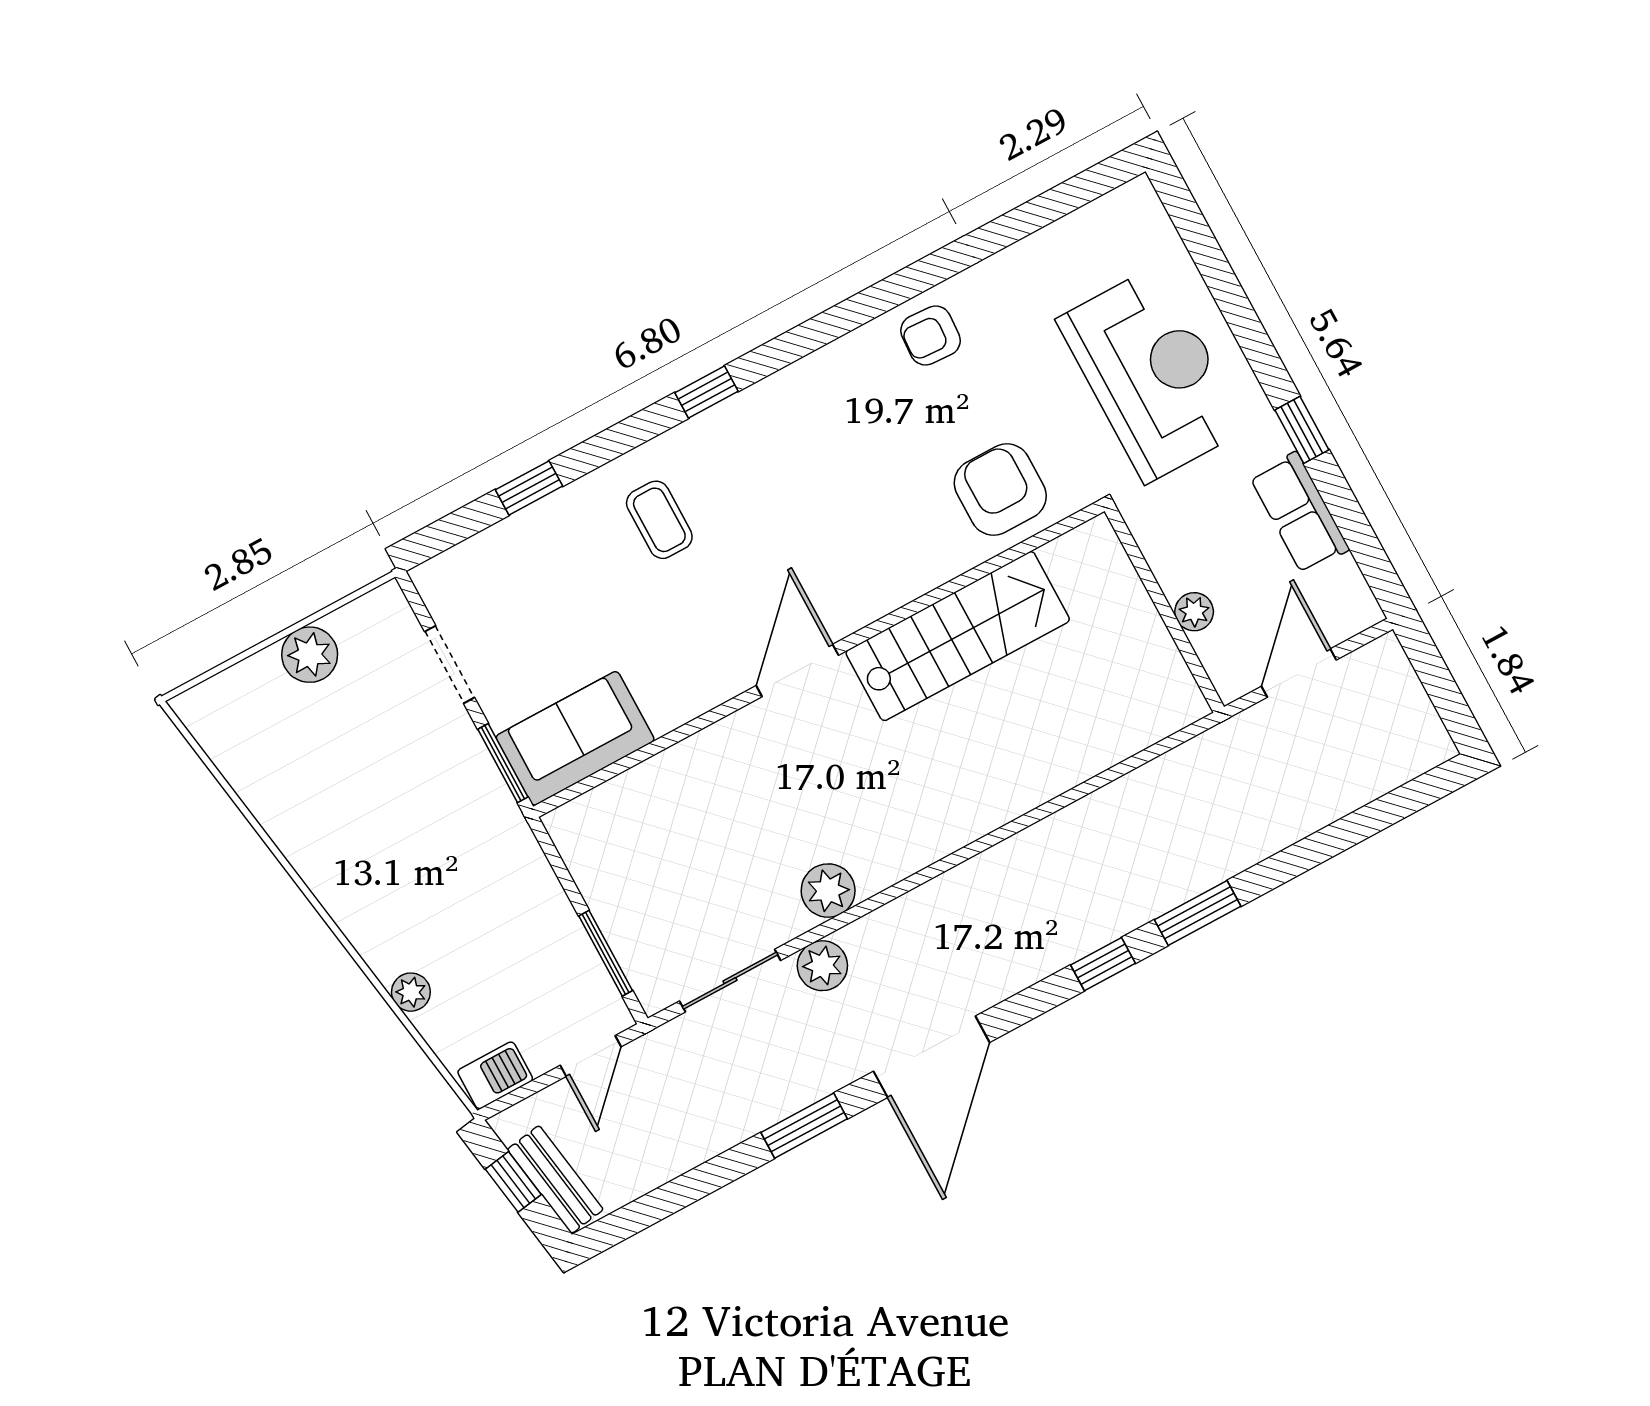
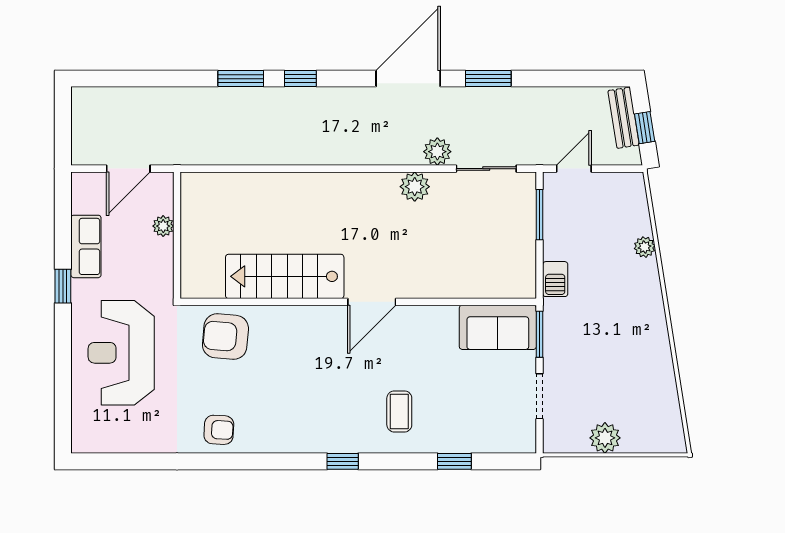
armchair: (1000, 490) -> (225, 337), turned 95
barbecue: (495, 1075) -> (555, 279), moved, turned -90

